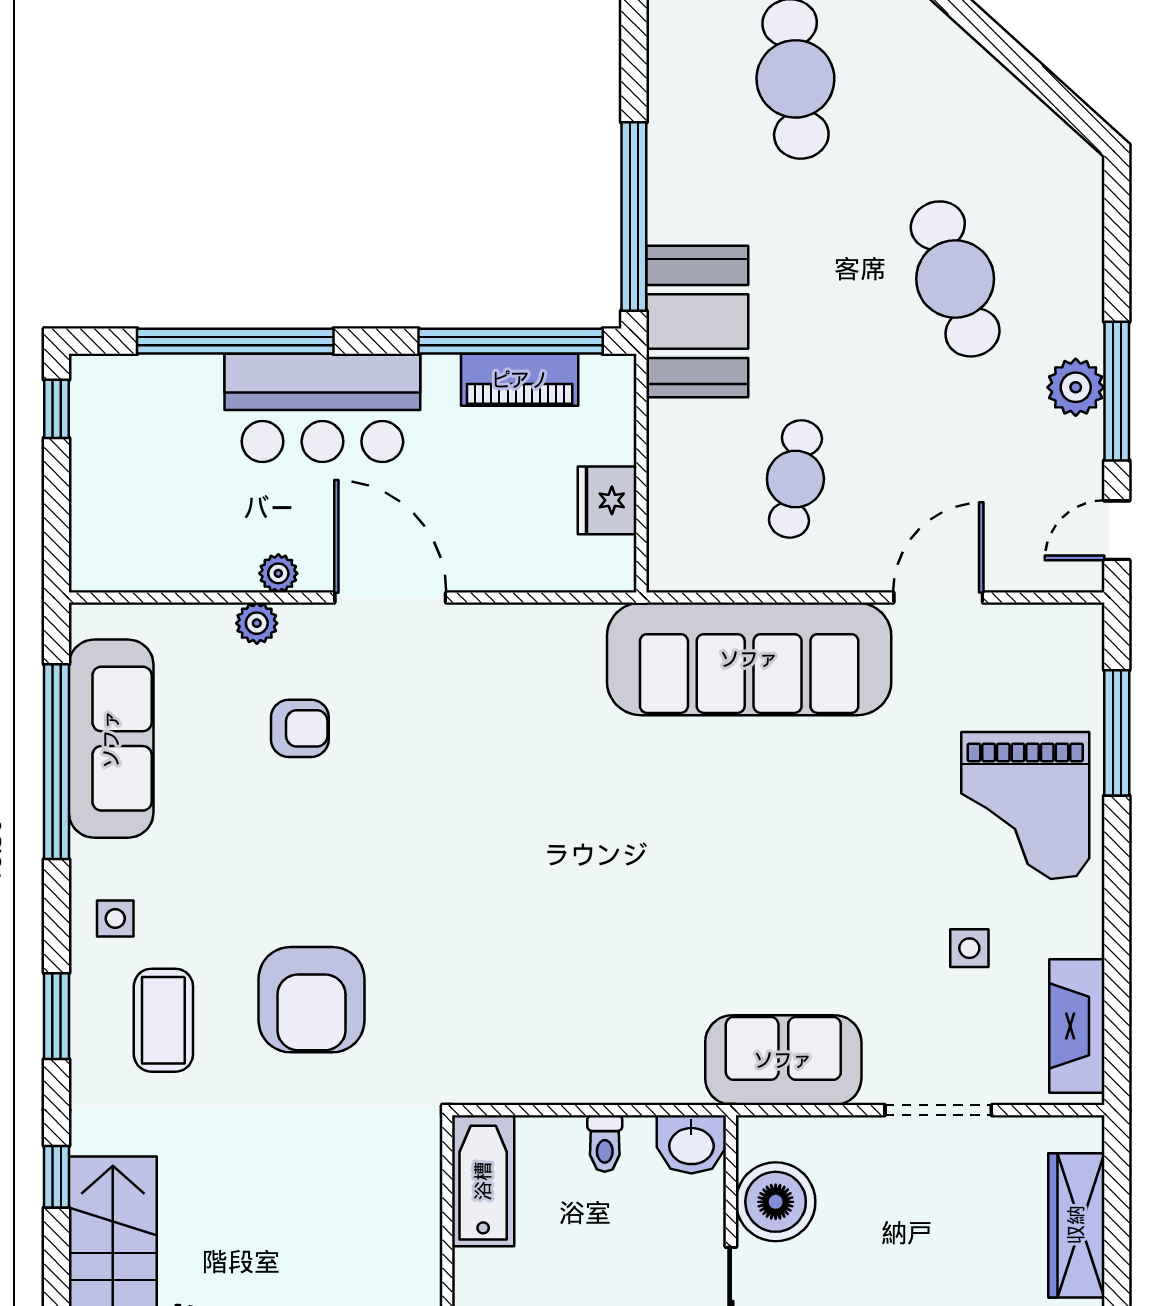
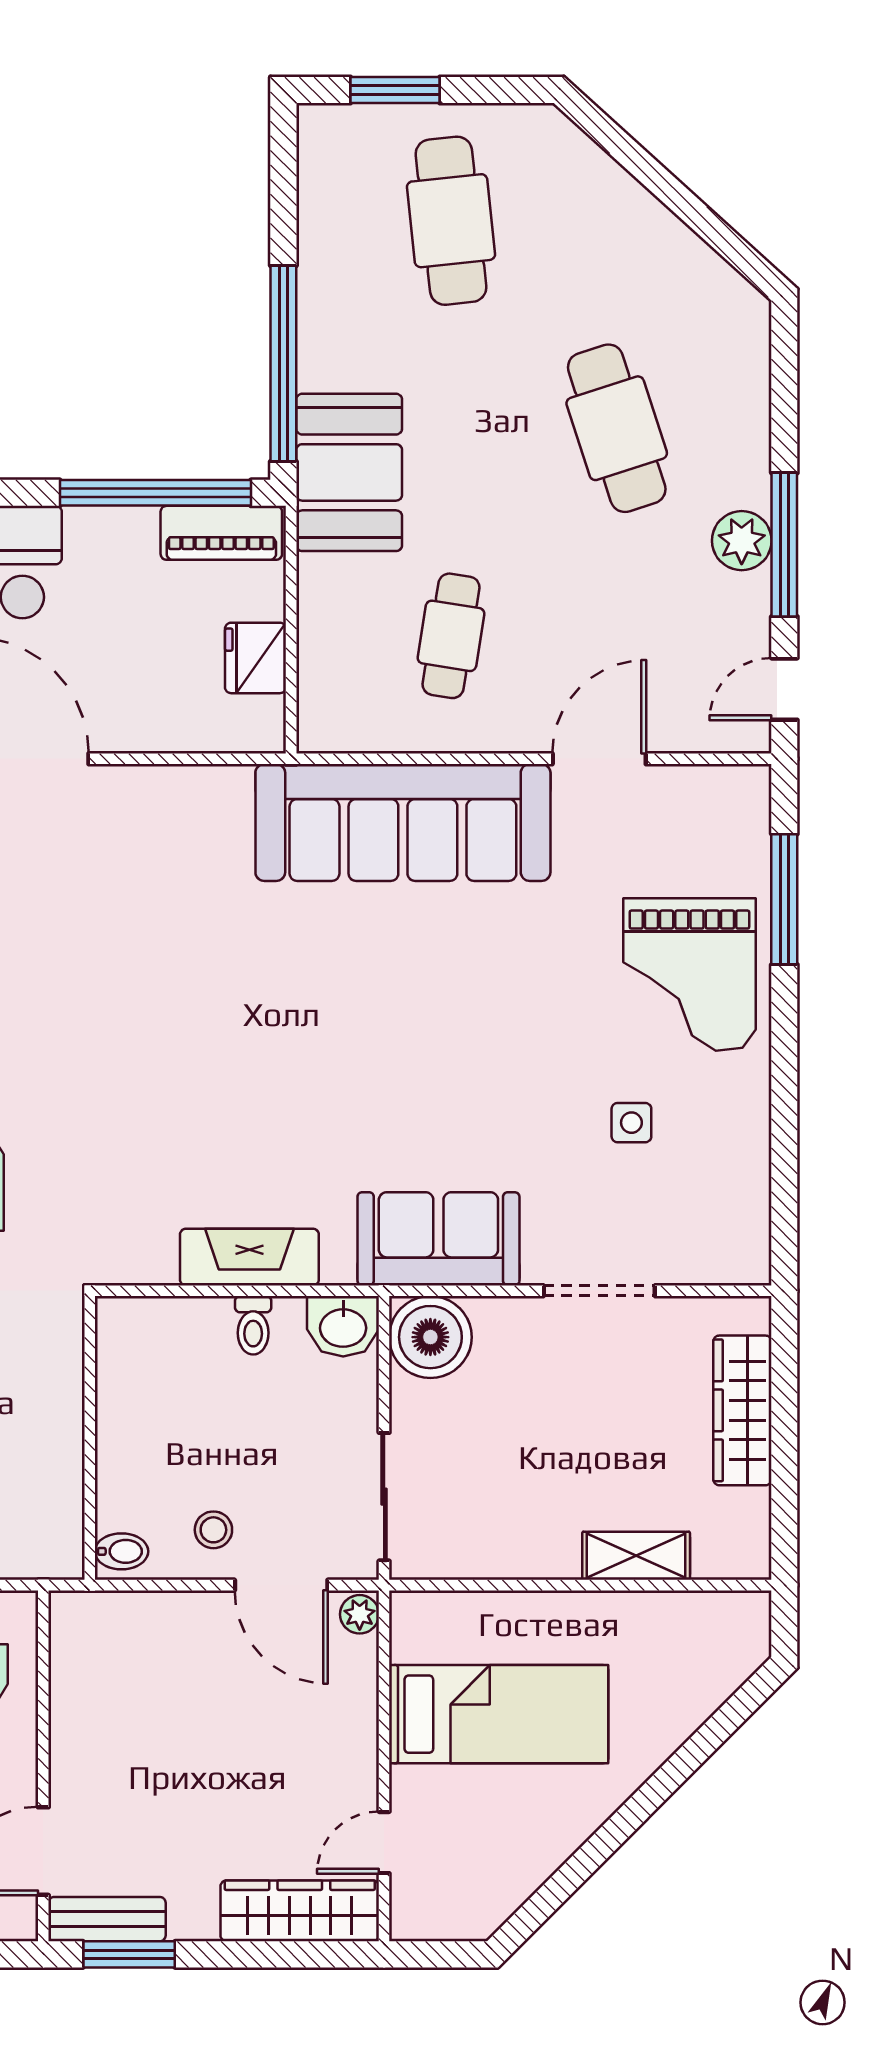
piano: (520, 380) -> (221, 533), moved
fireplace: (1077, 1026) -> (249, 1257), moved, turned 90
bathtub: (483, 1181) -> (127, 1364), removed
boiler: (776, 1202) -> (430, 1337), moved

